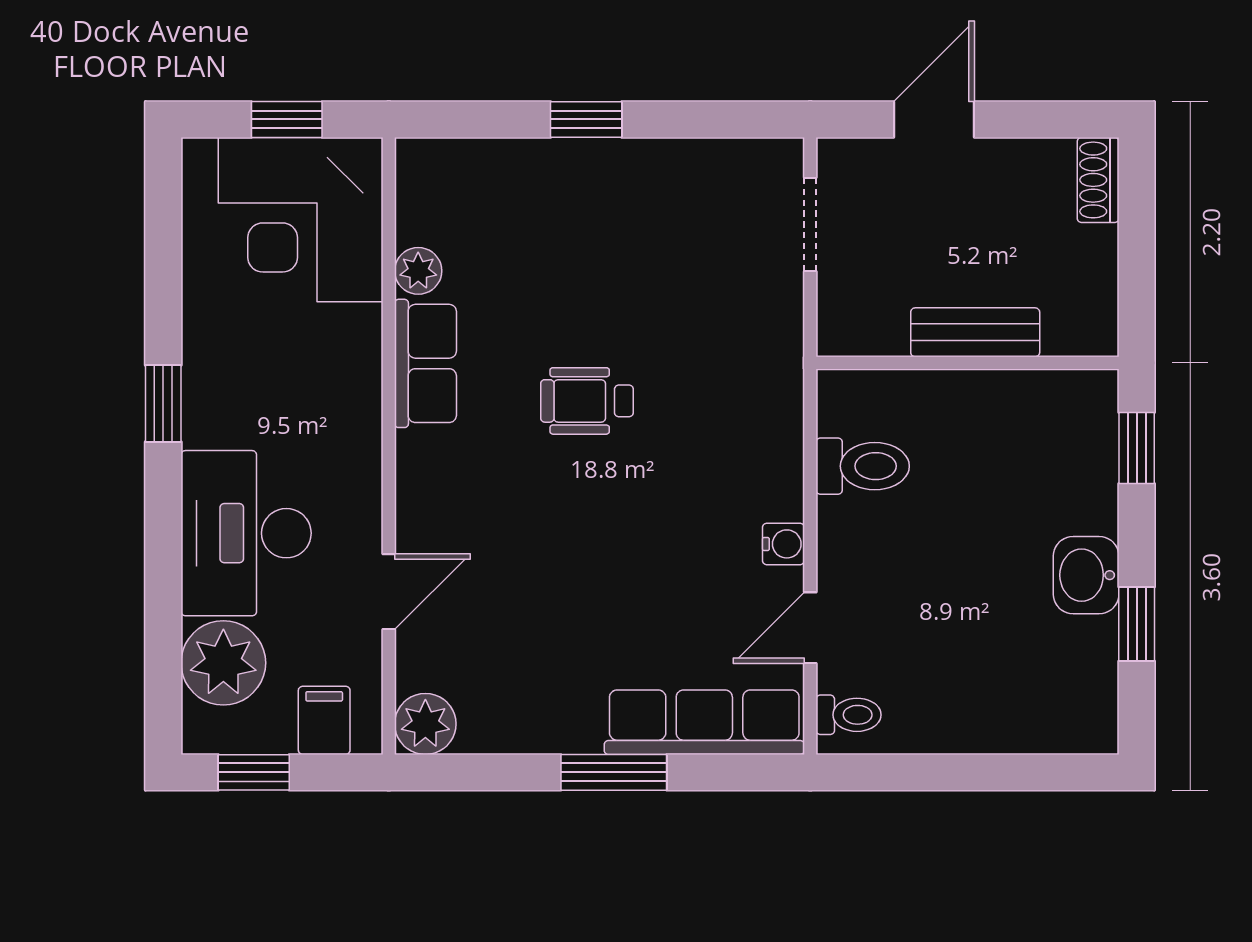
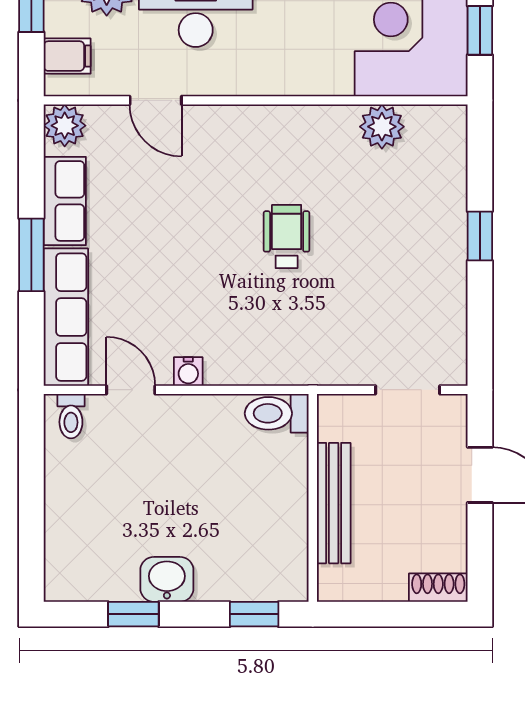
plant: (418, 271) -> (382, 127), width x1.38, depth x1.38
bench: (975, 332) -> (334, 503), width x1.36
row of seats: (425, 363) -> (65, 201), moved, turned -90
toilet: (863, 466) -> (277, 413), moved, turned 90

